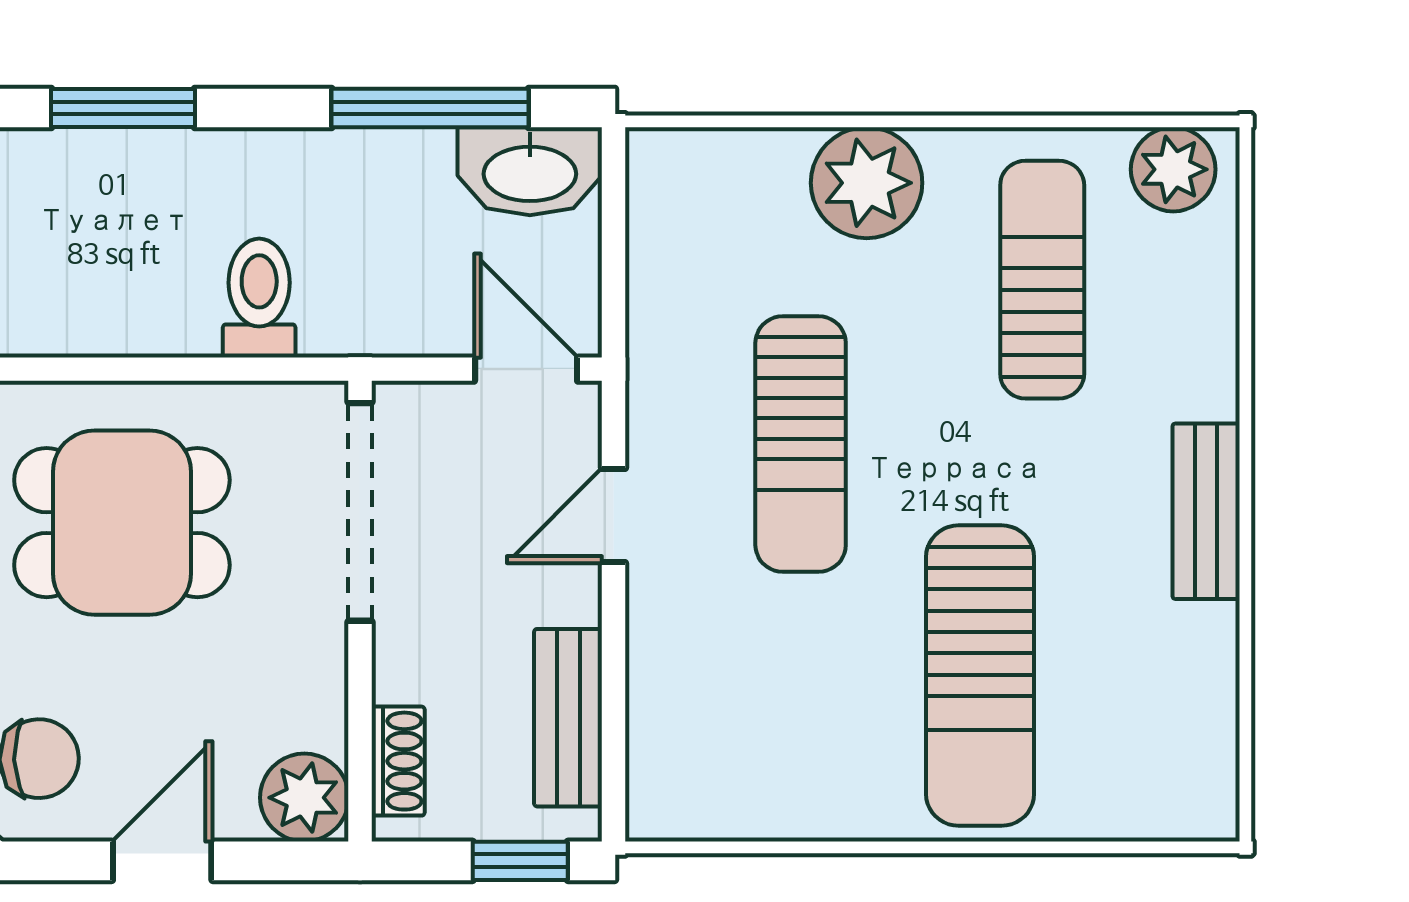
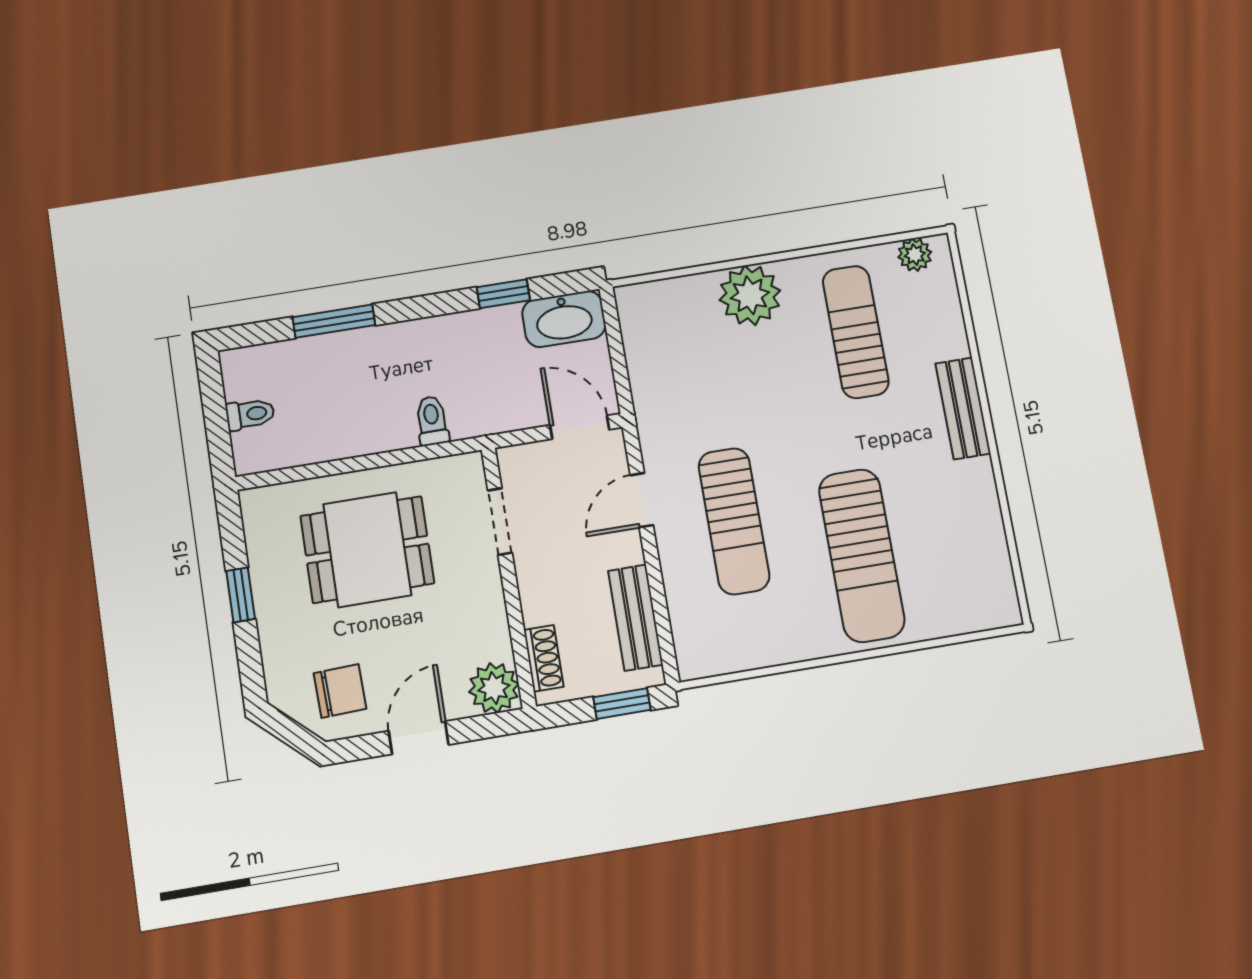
window: (430, 108) -> (503, 294), width x0.46
plant: (1173, 169) -> (915, 255), width x0.73, depth x0.73
toilet: (259, 298) -> (432, 421), width x0.73, depth x0.72
sun lounger: (801, 444) -> (734, 521), moved
bench: (1206, 511) -> (963, 408), moved
doorway: (360, 512) -> (500, 522), width x0.53

